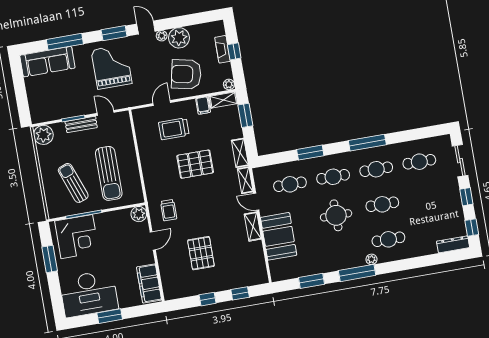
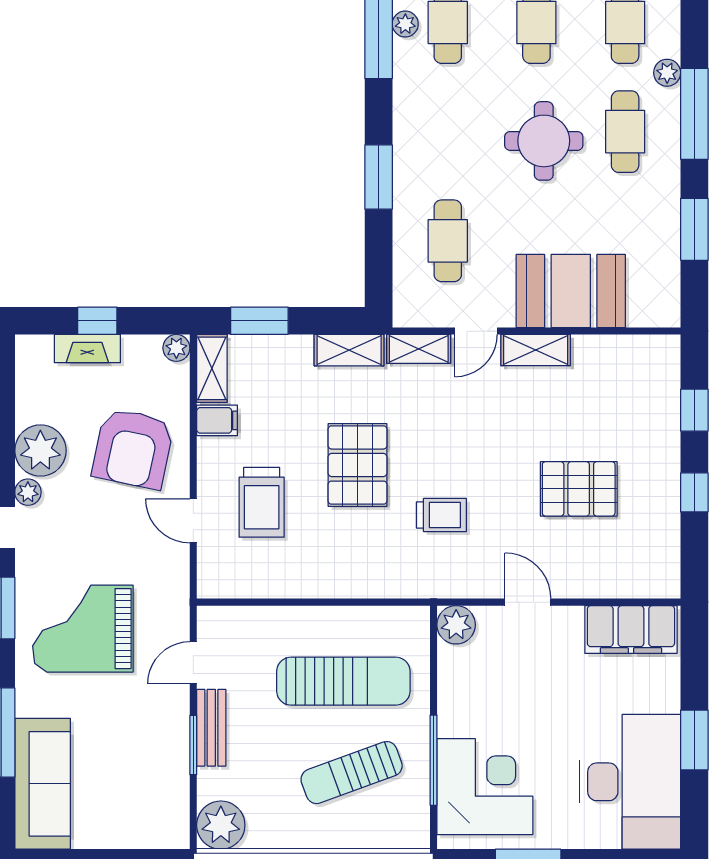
plant: (373, 153) -> (405, 24), added
cafe table: (333, 177) -> (625, 132), moved
trolley: (169, 210) -> (441, 515), moved

